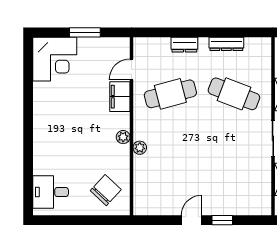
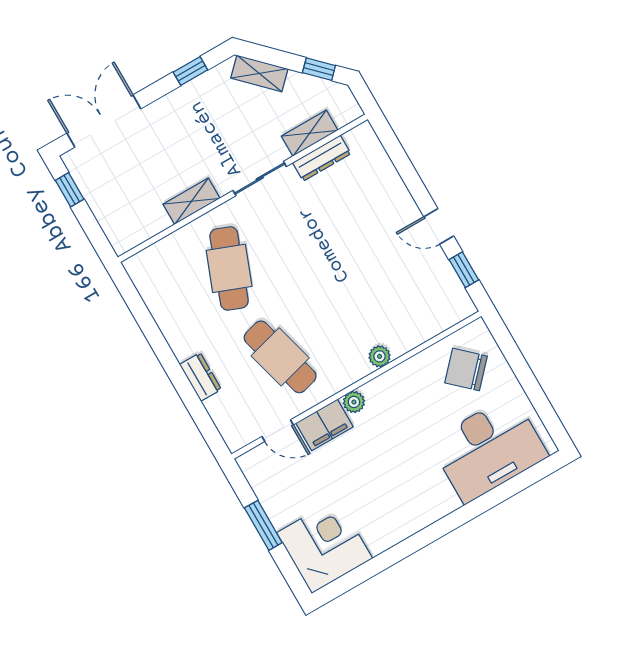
dresser: (226, 44) -> (322, 158), moved, turned 90
plant: (123, 137) -> (354, 402), moved
desk: (51, 192) -> (489, 449), width x1.87, depth x1.30
window: (222, 220) -> (464, 270), moved

